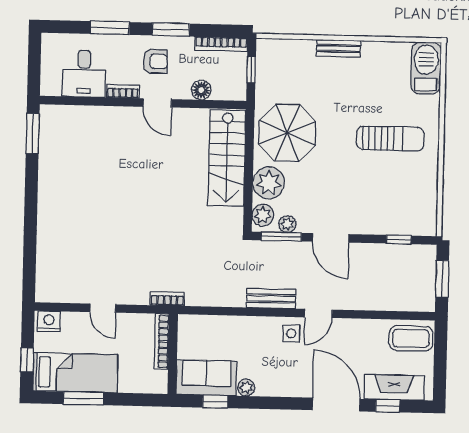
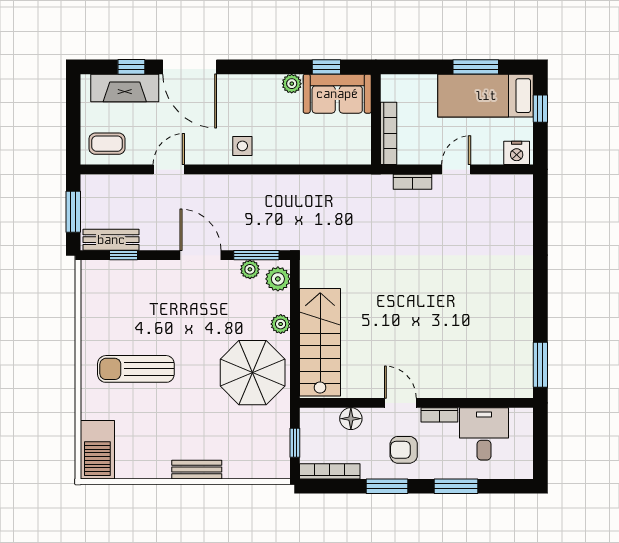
plant: (269, 183) -> (281, 324), width x0.53, depth x0.53
bookcase: (167, 299) -> (413, 182), moved
bench: (271, 299) -> (111, 240), moved
door: (103, 308) -> (456, 169), hinge flipped
door: (318, 313) -> (169, 169), moved
coffee table: (411, 338) -> (107, 144), width x0.73, depth x0.77

